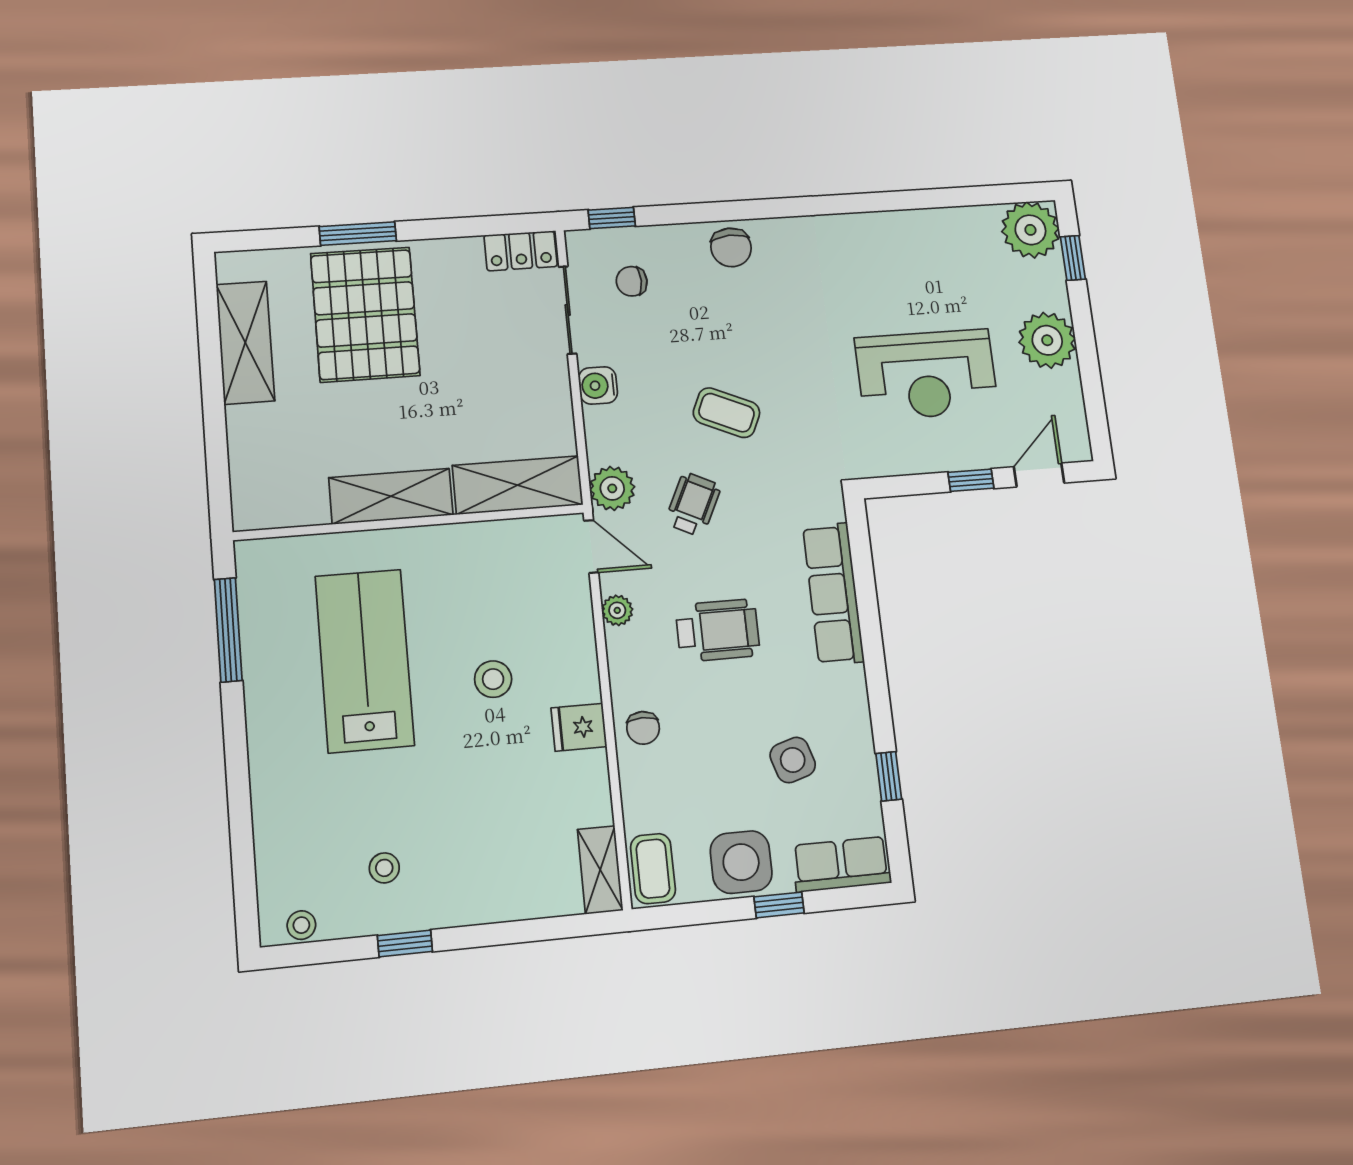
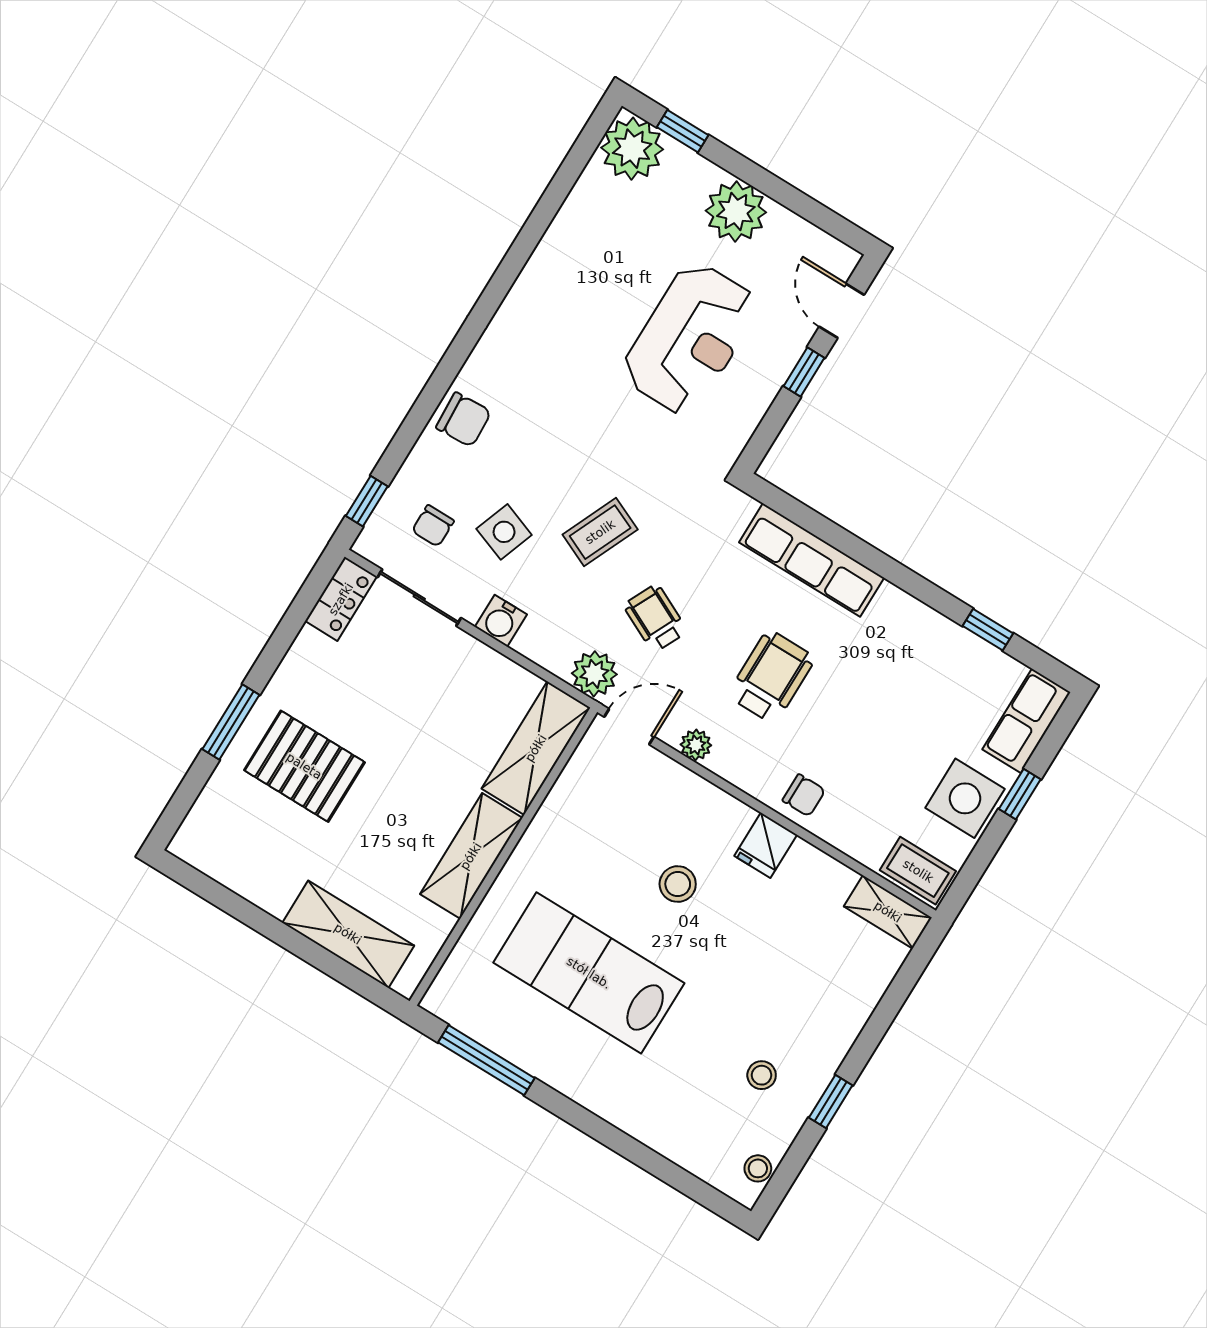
pallet: (365, 314) -> (304, 766), width x0.73, depth x0.71
shelving: (245, 343) -> (348, 934), moved
side table: (793, 760) -> (504, 532), moved, turned 37

